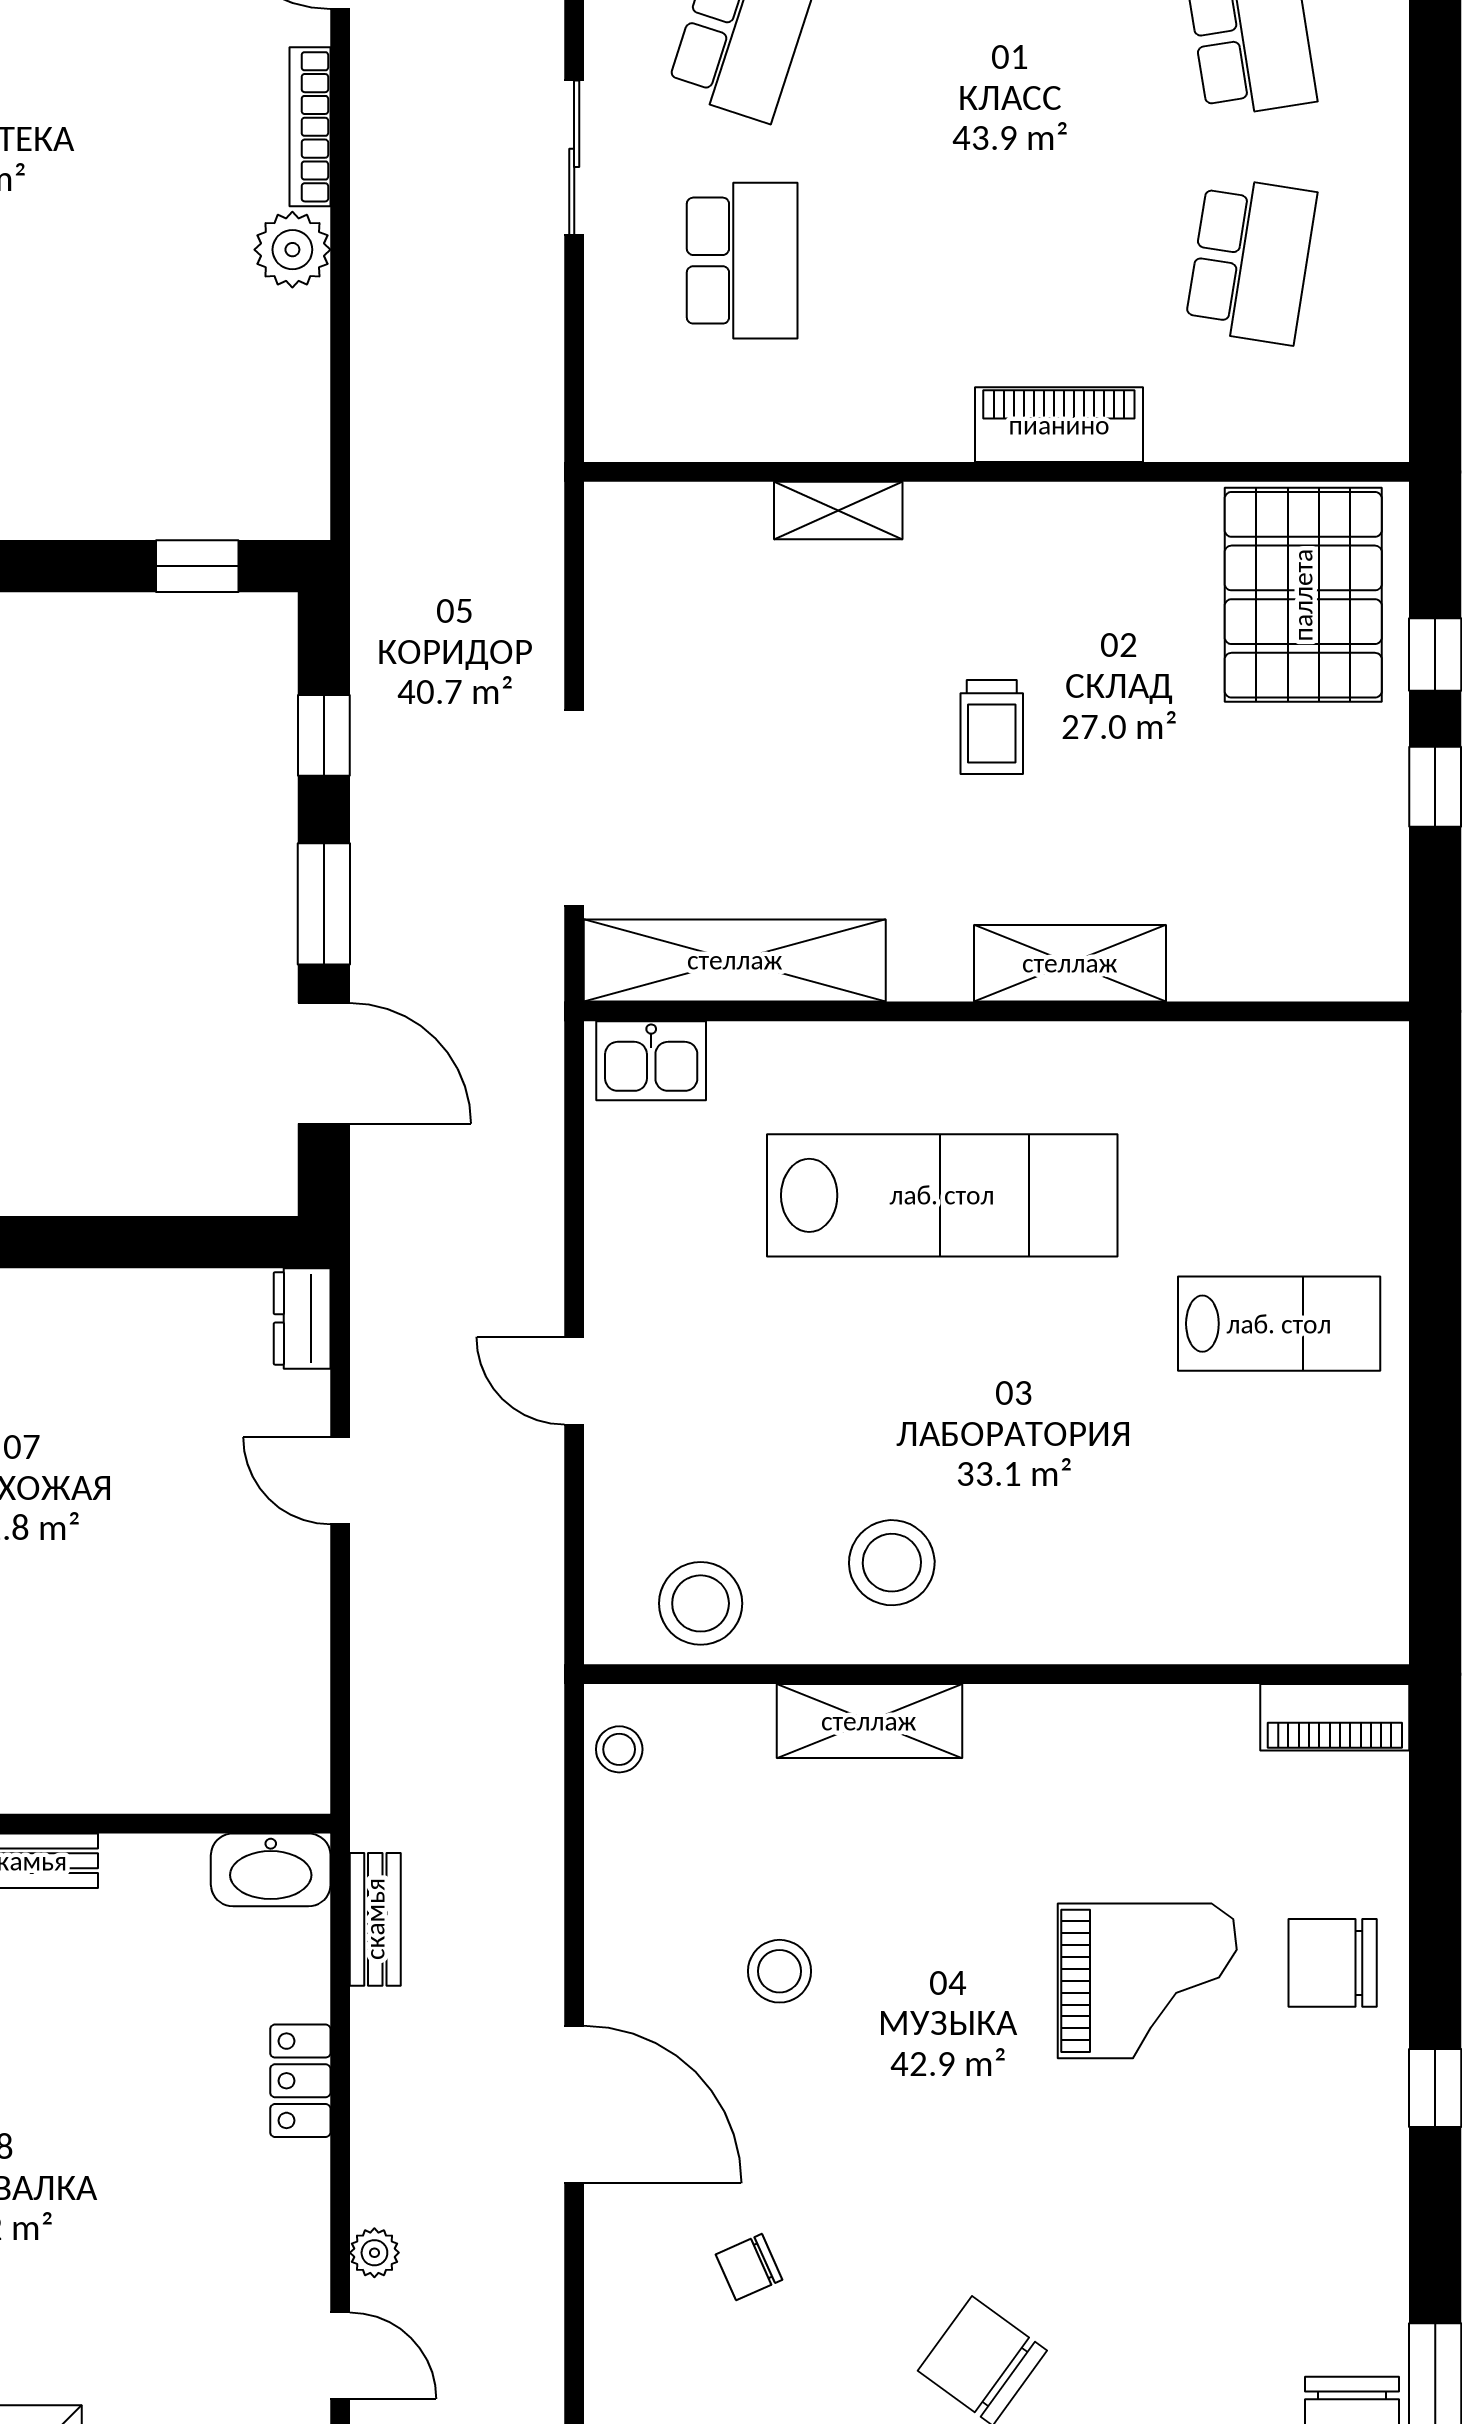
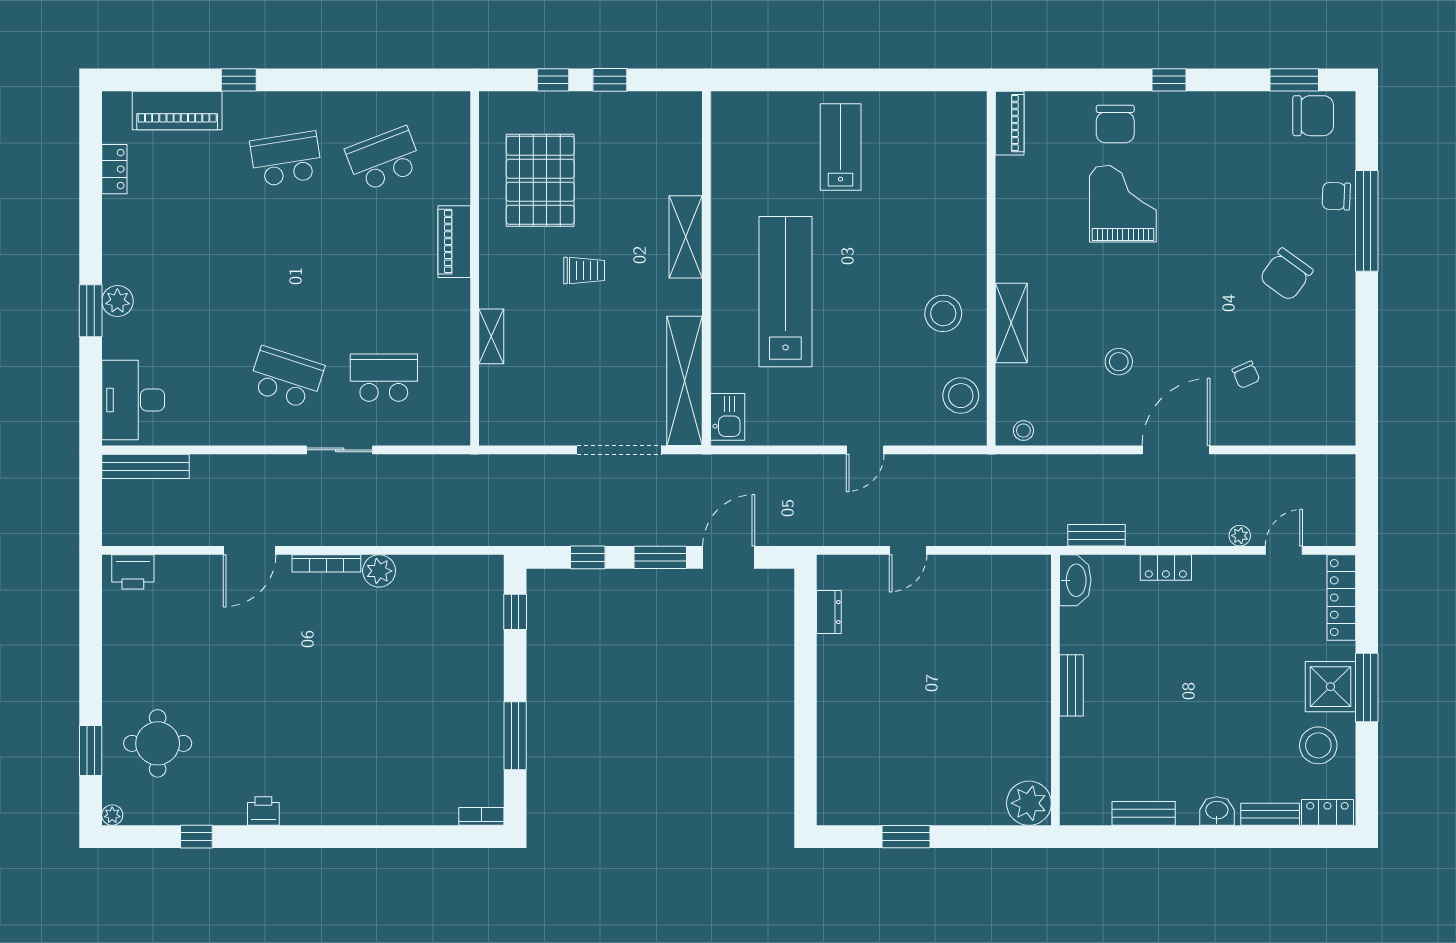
school desk: (1251, 261) -> (384, 159), turned -30
pallet: (1303, 595) -> (540, 180), moved, turned 90
dresser: (302, 1318) -> (829, 612), moved, turned -90

